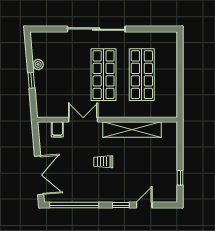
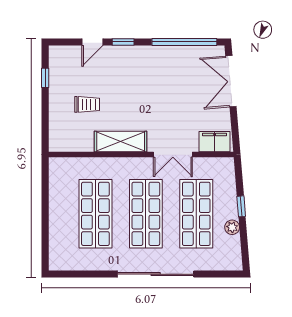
shop shelf: (65, 75) -> (196, 214), added
filing cabinet: (57, 129) -> (215, 142), width x2.00
shelving: (132, 130) -> (121, 142), width x0.68
trolley: (103, 162) -> (87, 104), moved

